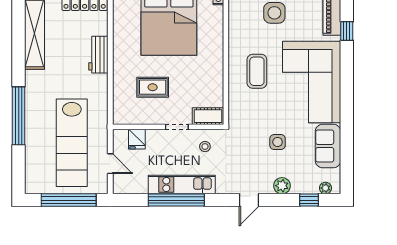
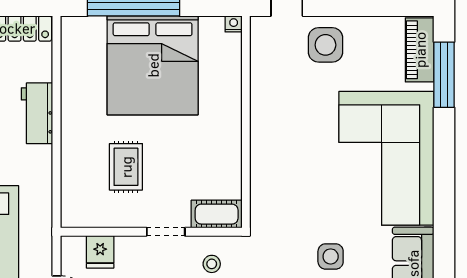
window: (347, 31) -> (444, 75), width x2.17
coffee table: (257, 71) -> (297, 141), removed
rug: (153, 87) -> (126, 167), turned 90

